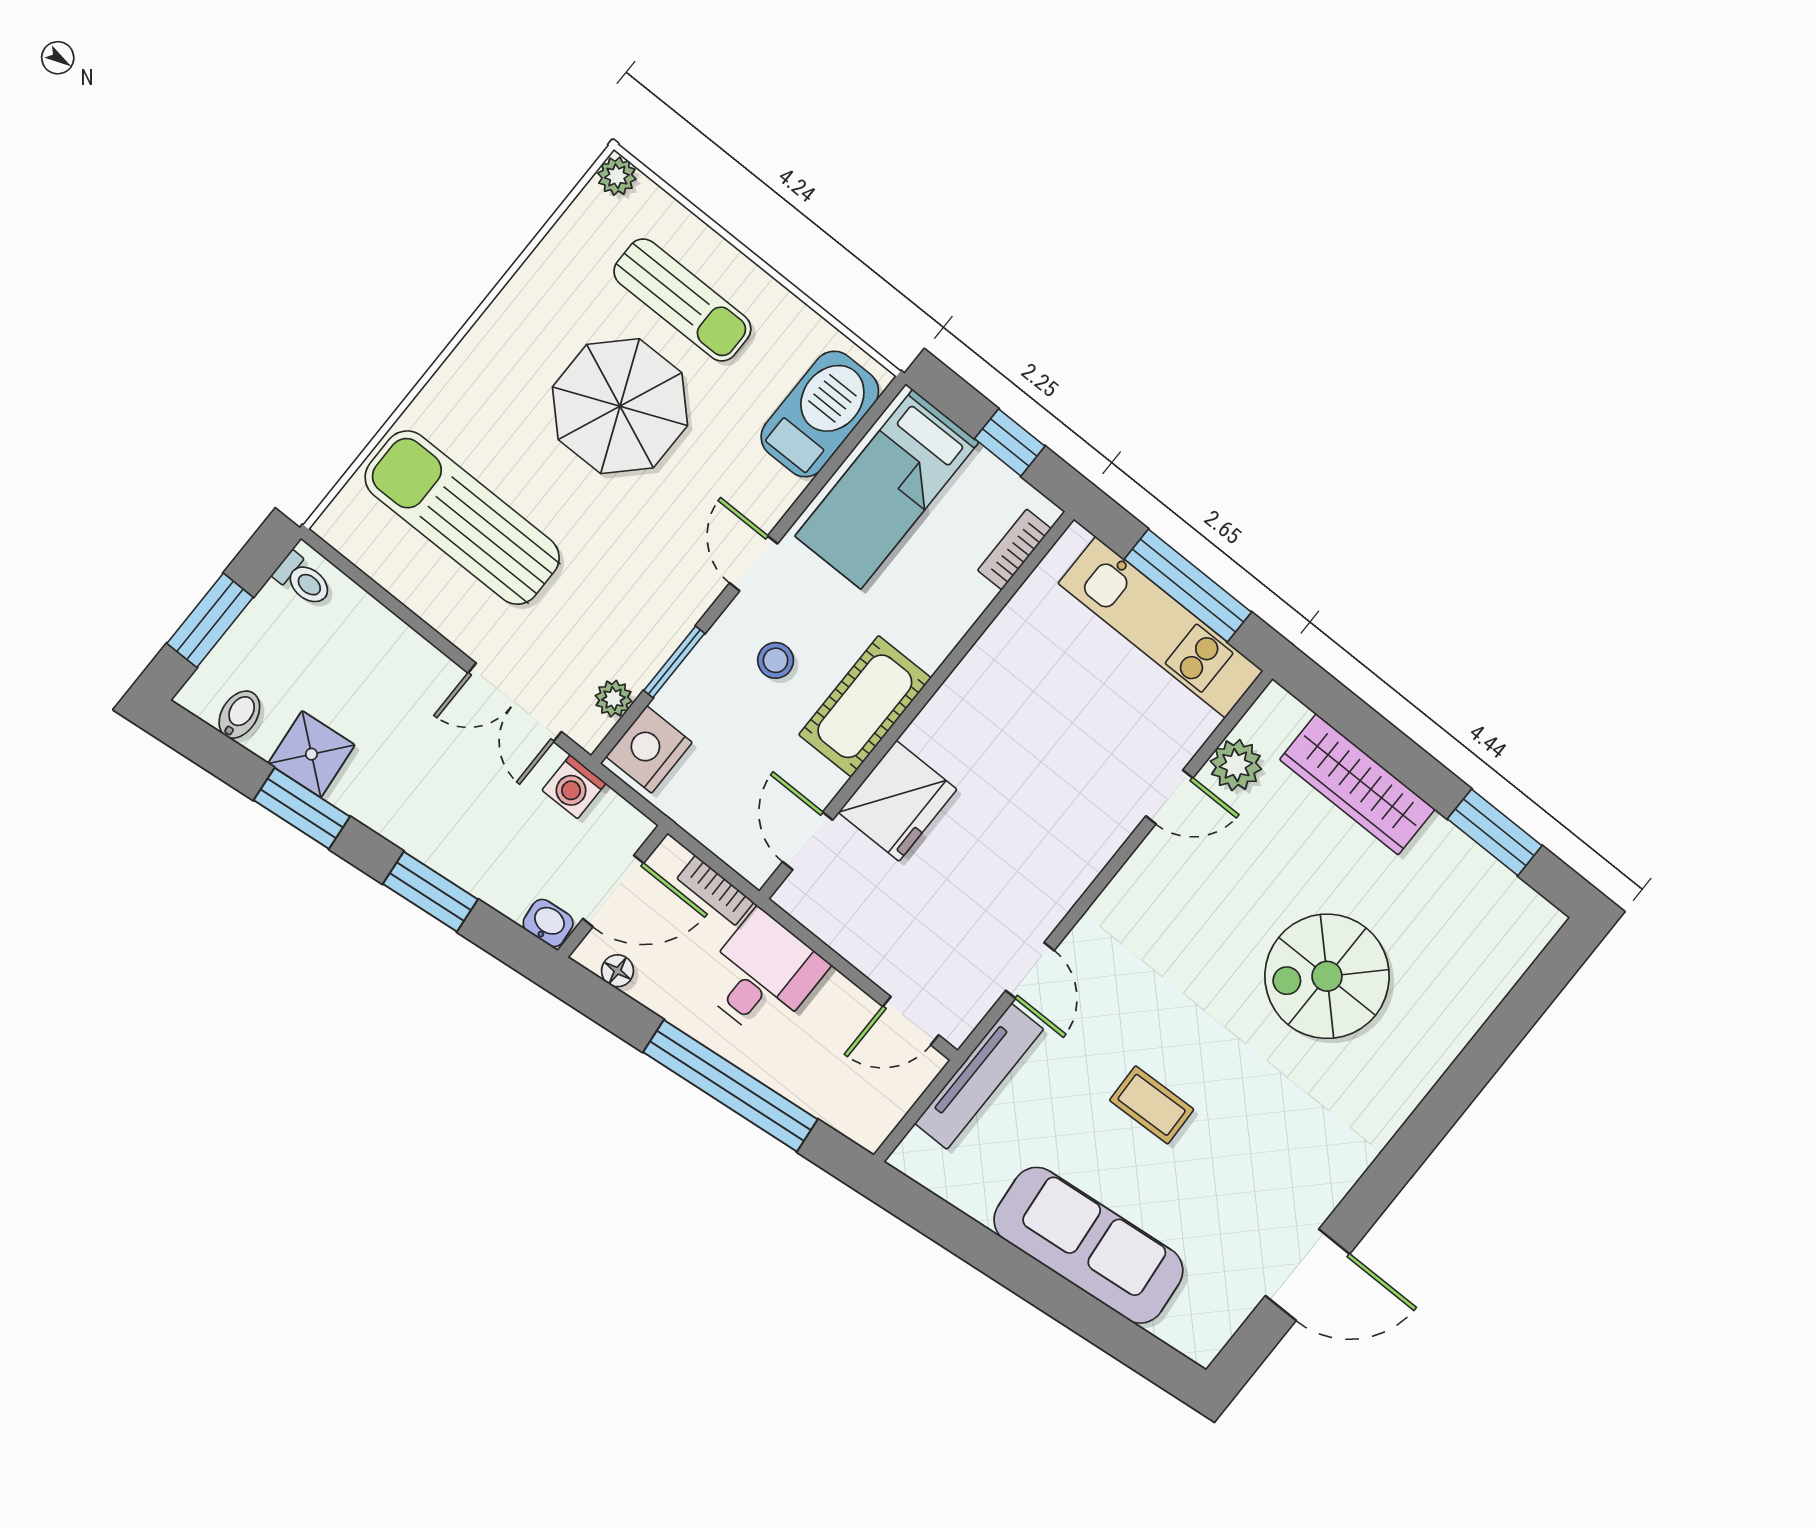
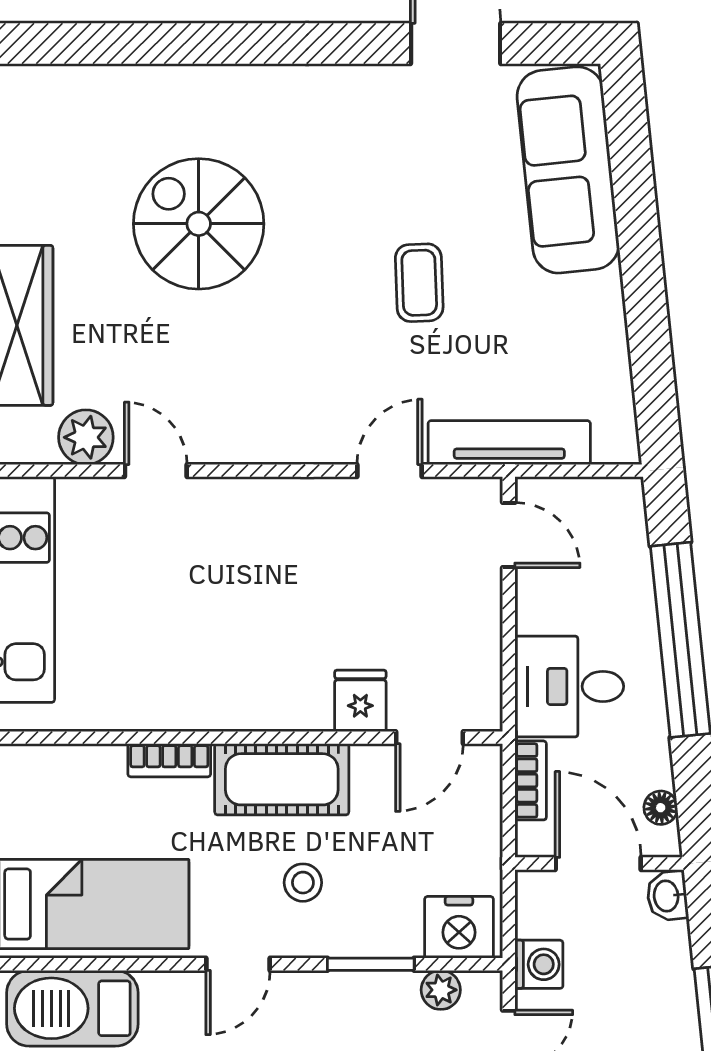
bookcase: (1014, 549) -> (169, 760), moved
fridge: (898, 801) -> (360, 701), width x0.53, depth x0.75
spiral stairs: (1327, 976) -> (199, 224), turned 180
sofa: (1088, 1245) -> (568, 170), moved

